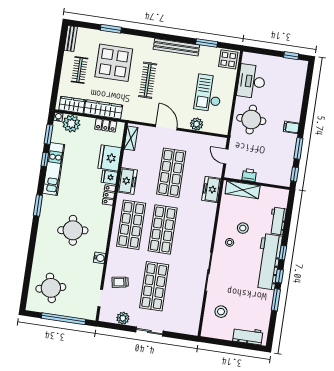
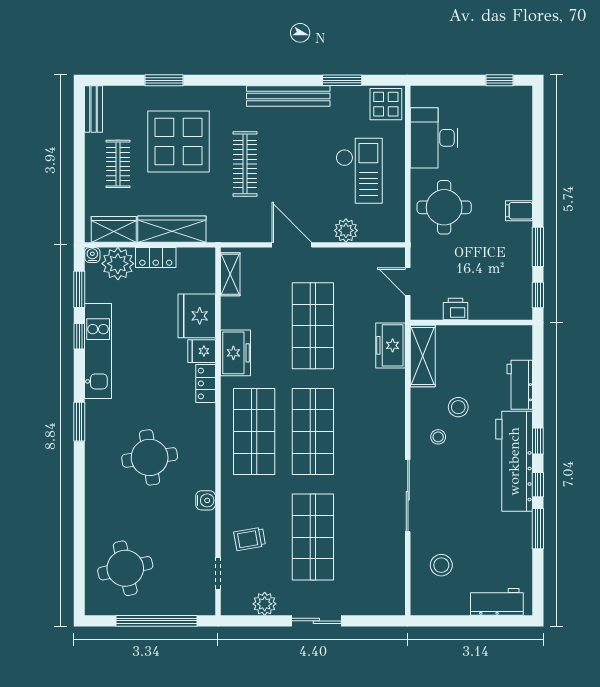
checkout: (209, 93) -> (359, 171), turned 180
locker: (106, 125) -> (156, 258), moved
shelving: (243, 190) -> (423, 356), moved, turned 90

